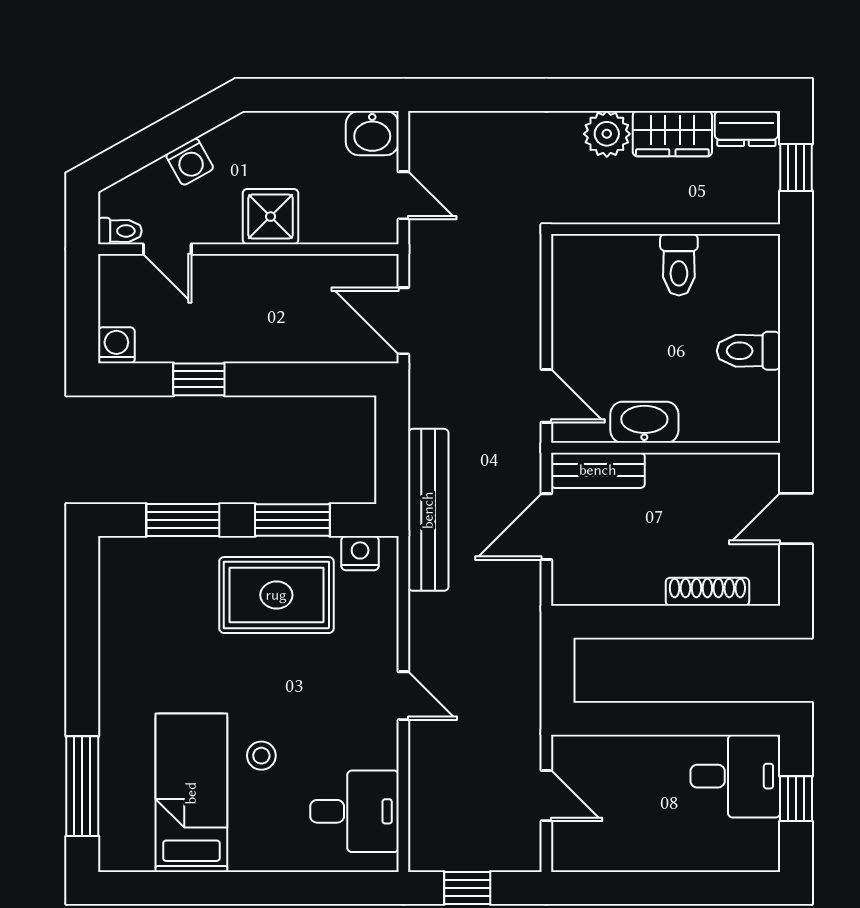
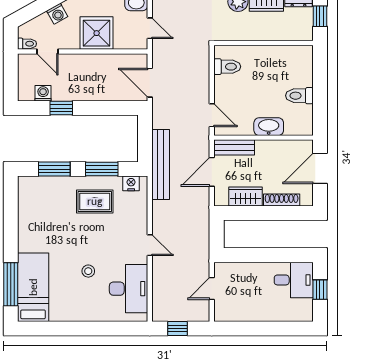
shower: (271, 217) -> (97, 33), width x1.36, depth x1.36
toilet: (679, 265) -> (227, 67), moved, turned -90
washing machine: (116, 345) -> (43, 93), moved
washbasin: (644, 422) -> (269, 127), moved
door: (796, 518) -> (320, 168), width x1.38
wardrobe: (624, 584) -> (245, 197), added
rug: (276, 595) -> (95, 201), width x0.73, depth x0.70
bed: (191, 793) -> (33, 287), moved
door: (546, 796) -> (212, 288), swing flipped
desk: (354, 811) -> (129, 289), width x1.37

